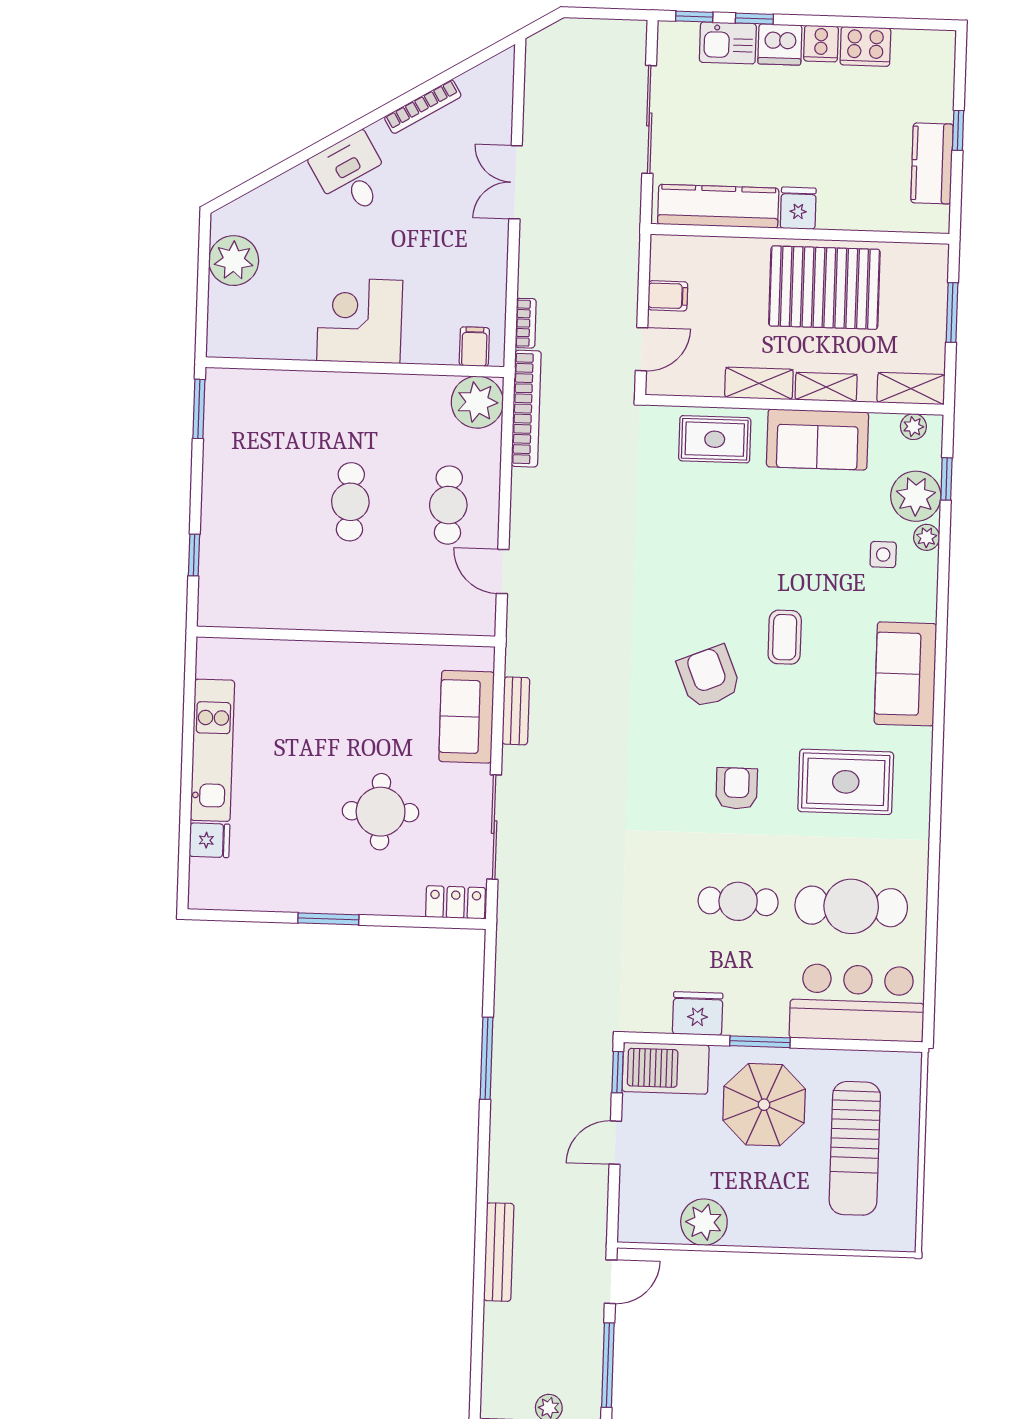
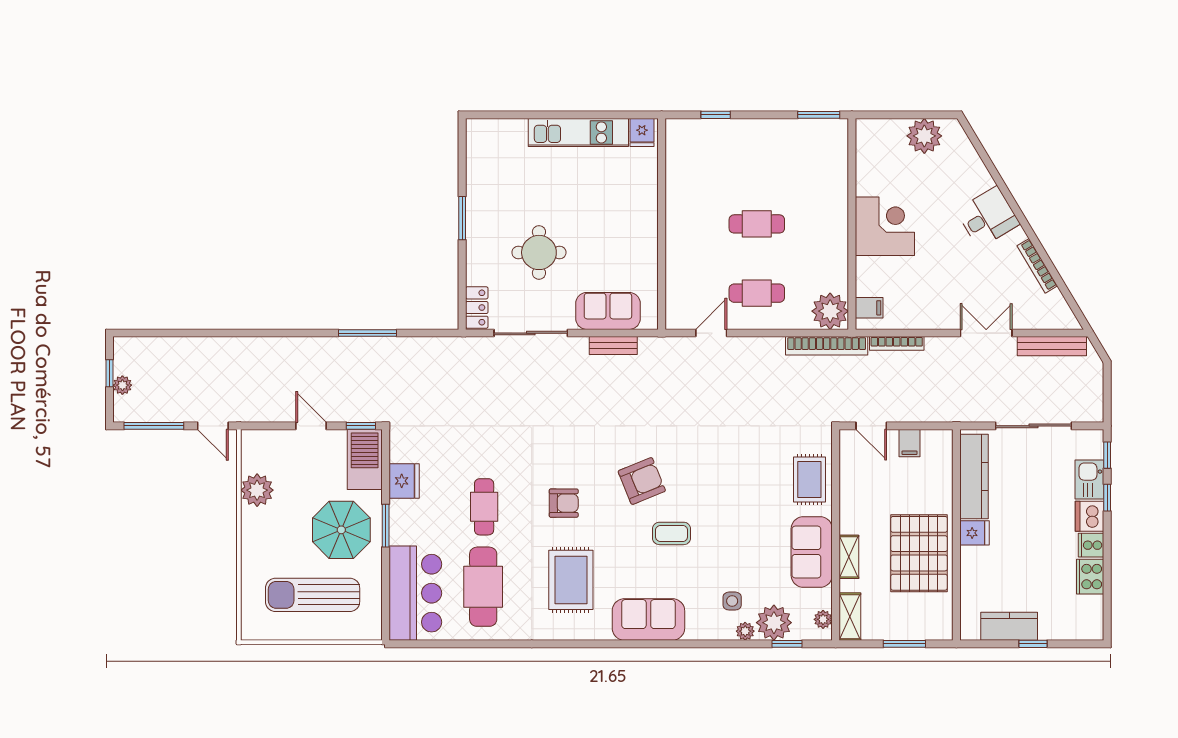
bookcase: (526, 323) -> (897, 343), width x1.56
shelving: (759, 383) -> (850, 509), removed
fridge: (209, 840) -> (642, 133), moved
bench: (499, 1252) -> (1052, 346), moved

